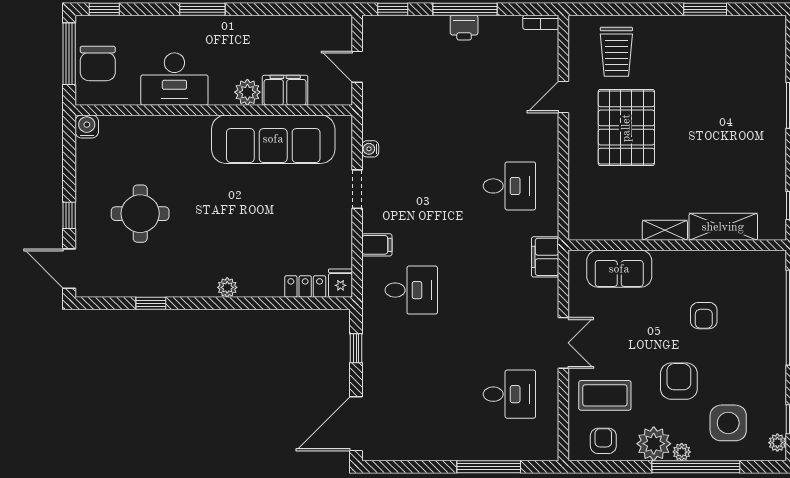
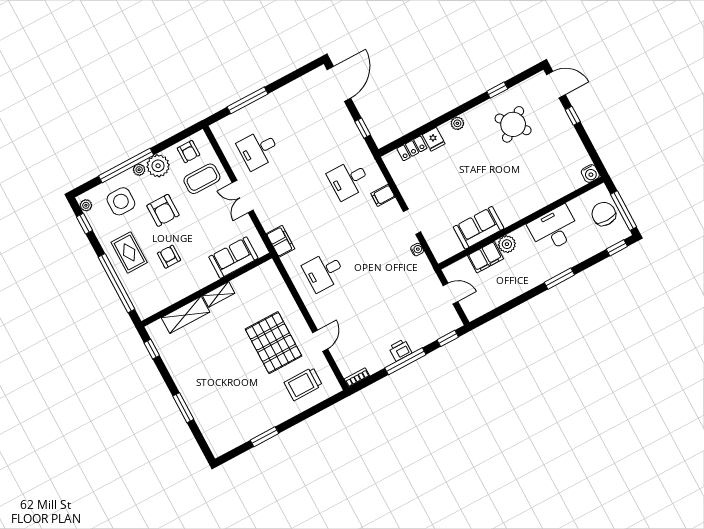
trolley: (616, 52) -> (303, 384), turned -90
sofa: (273, 139) -> (479, 228), width x0.54, depth x0.79
round table: (140, 214) -> (513, 124), moved, turned -38
fridge: (341, 283) -> (434, 139), moved
rug: (754, 349) -> (129, 252), added

